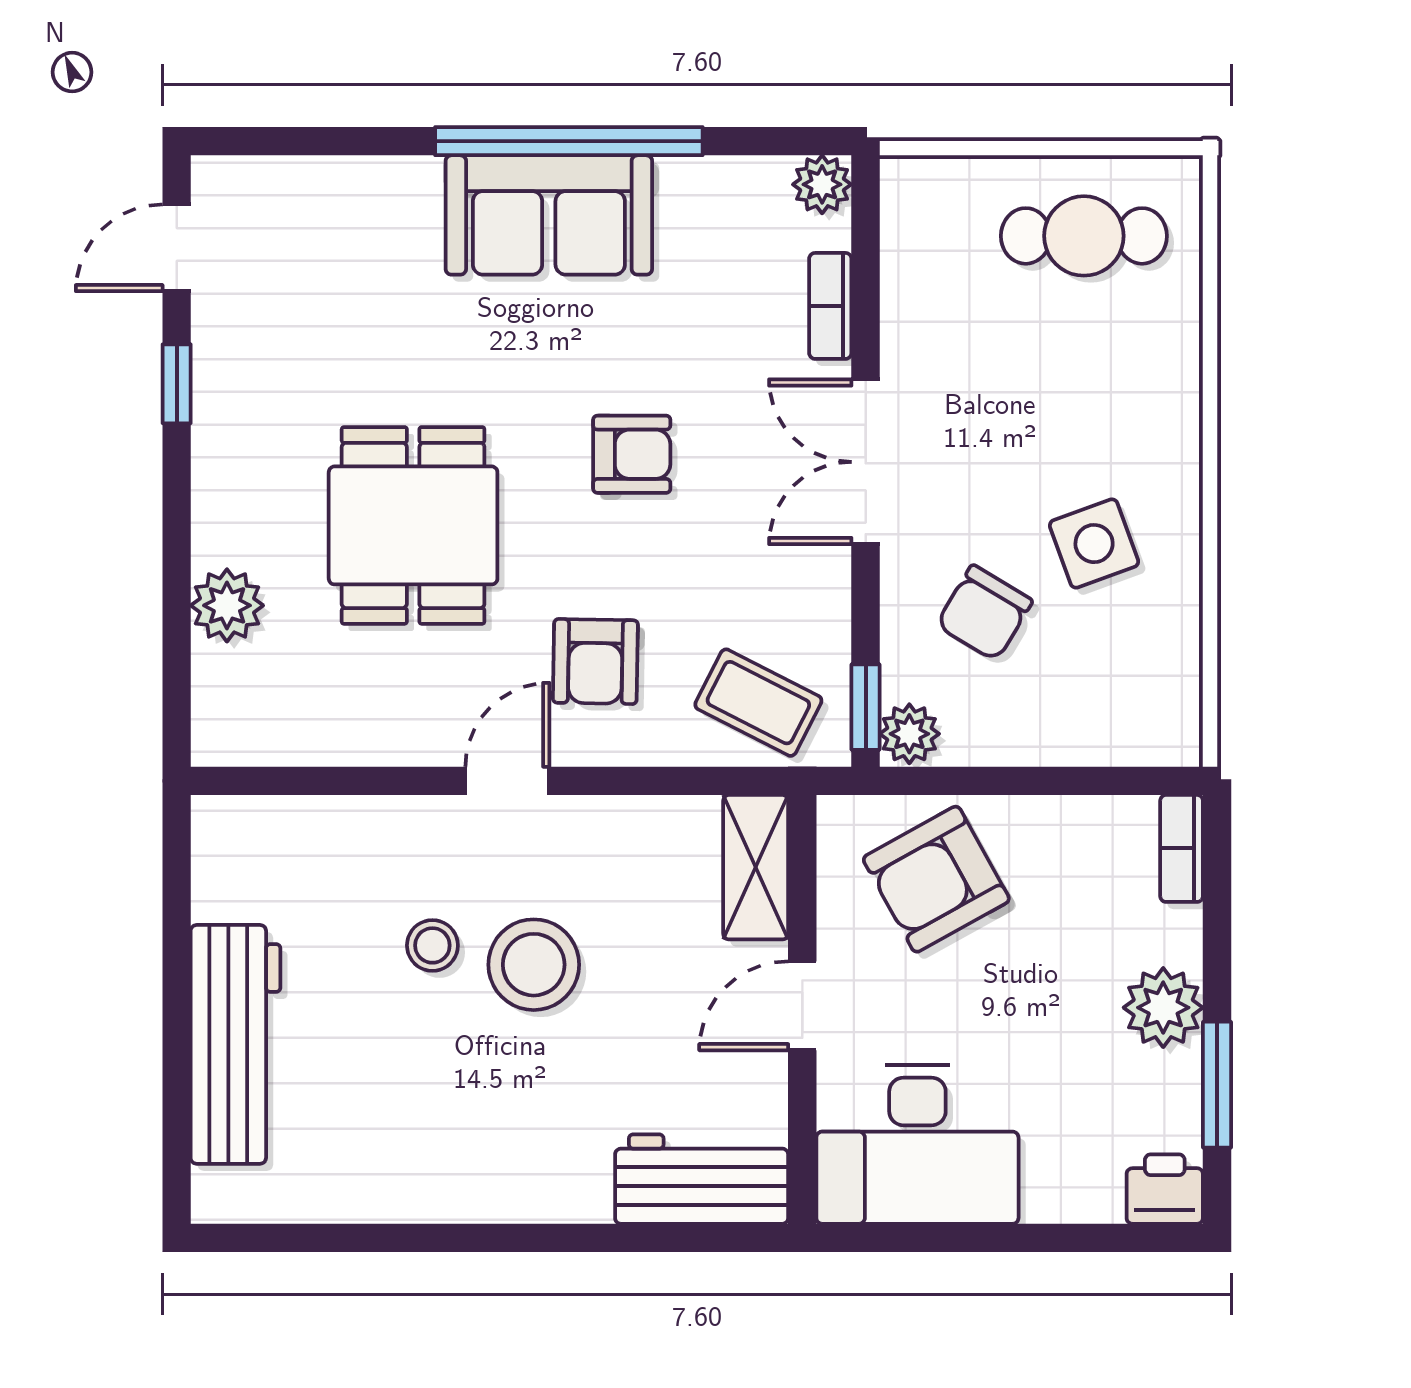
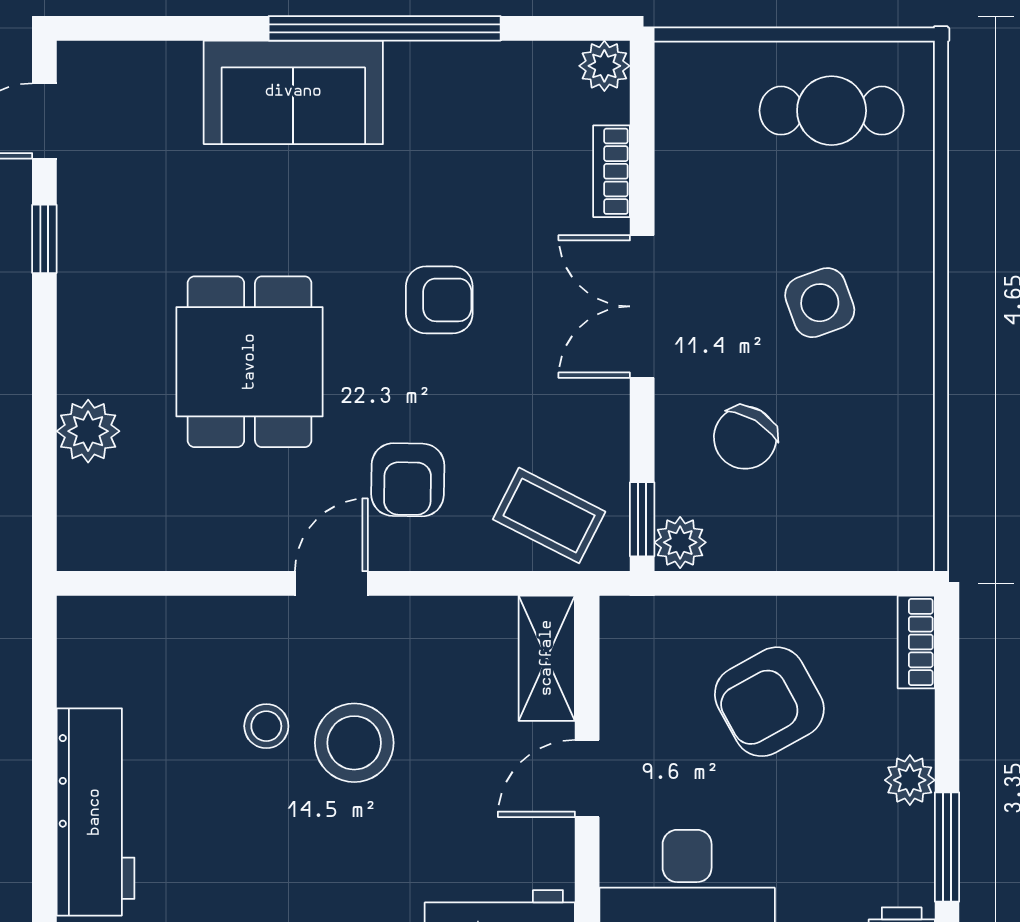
sofa: (549, 215) -> (293, 92), moved
side table: (1094, 544) -> (820, 303), moved
armchair: (936, 879) -> (769, 702), moved
plant: (1163, 1008) -> (910, 780), width x0.73, depth x0.73

